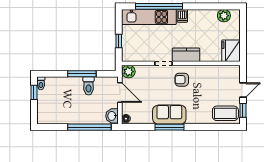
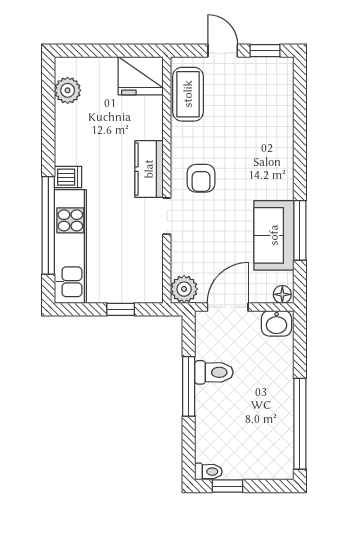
coffee table: (225, 113) -> (188, 94), moved
sofa: (169, 115) -> (274, 235), moved
window: (89, 127) -> (300, 424), moved
window: (169, 127) -> (300, 230), moved

